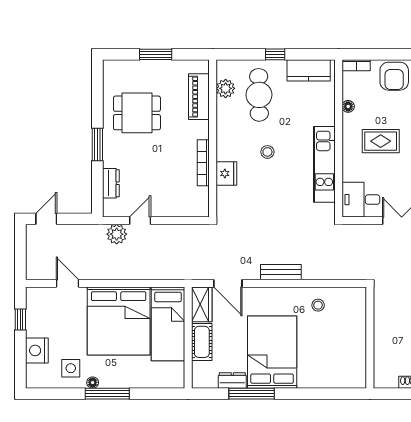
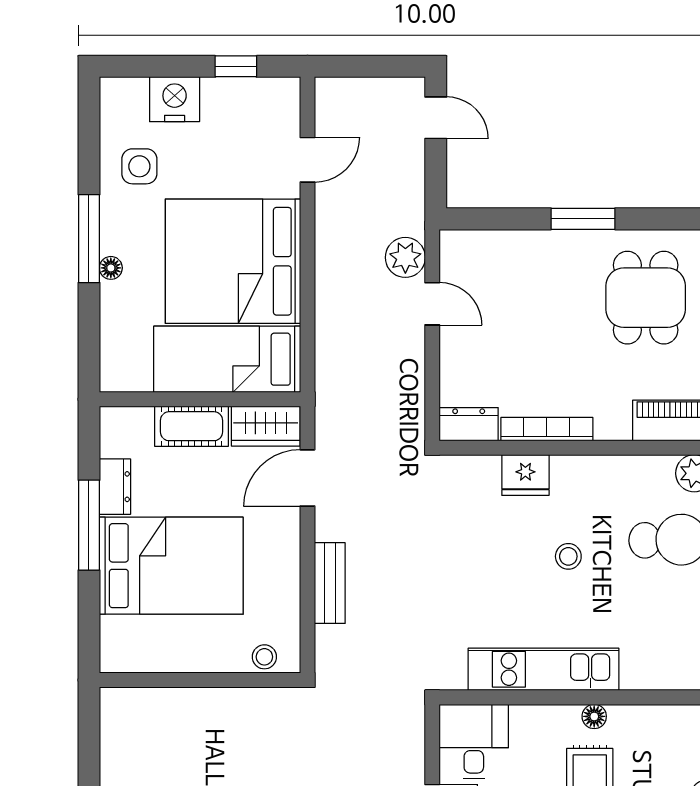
floor lamp: (348, 106) -> (594, 716), moved
dresser: (111, 183) -> (469, 424), moved, turned 180
wall: (370, 338) -> (200, 680), moved
floor lamp: (93, 383) -> (111, 268), moved

